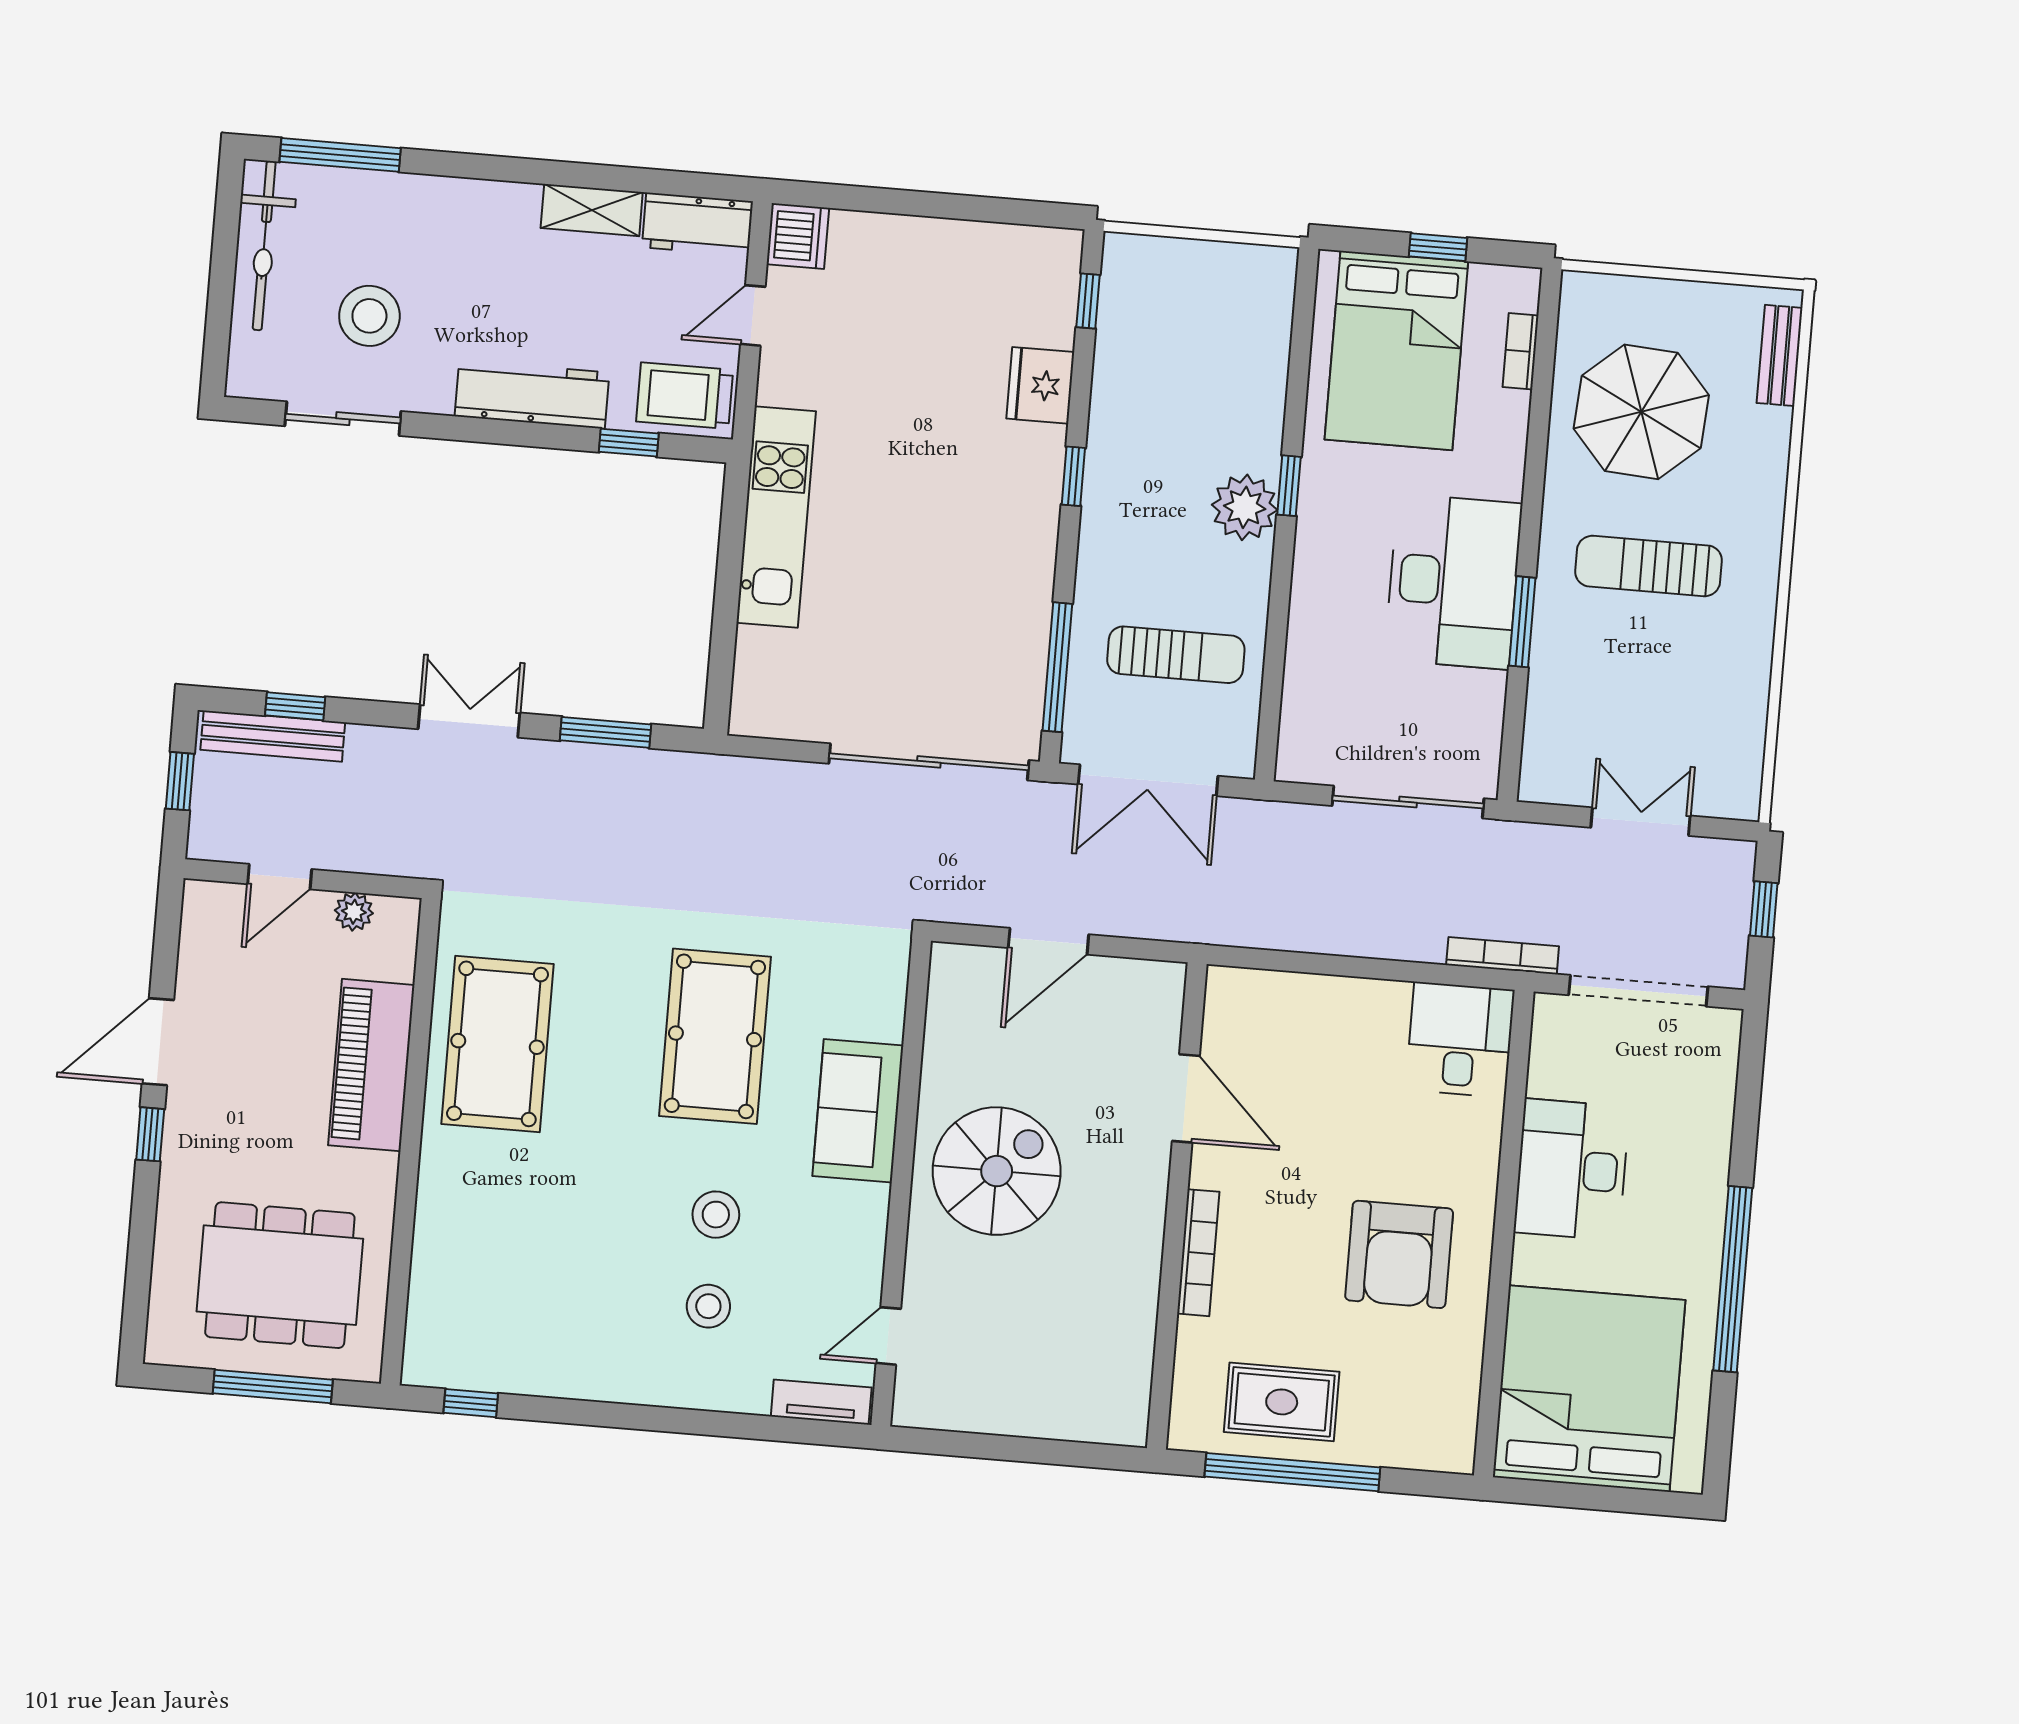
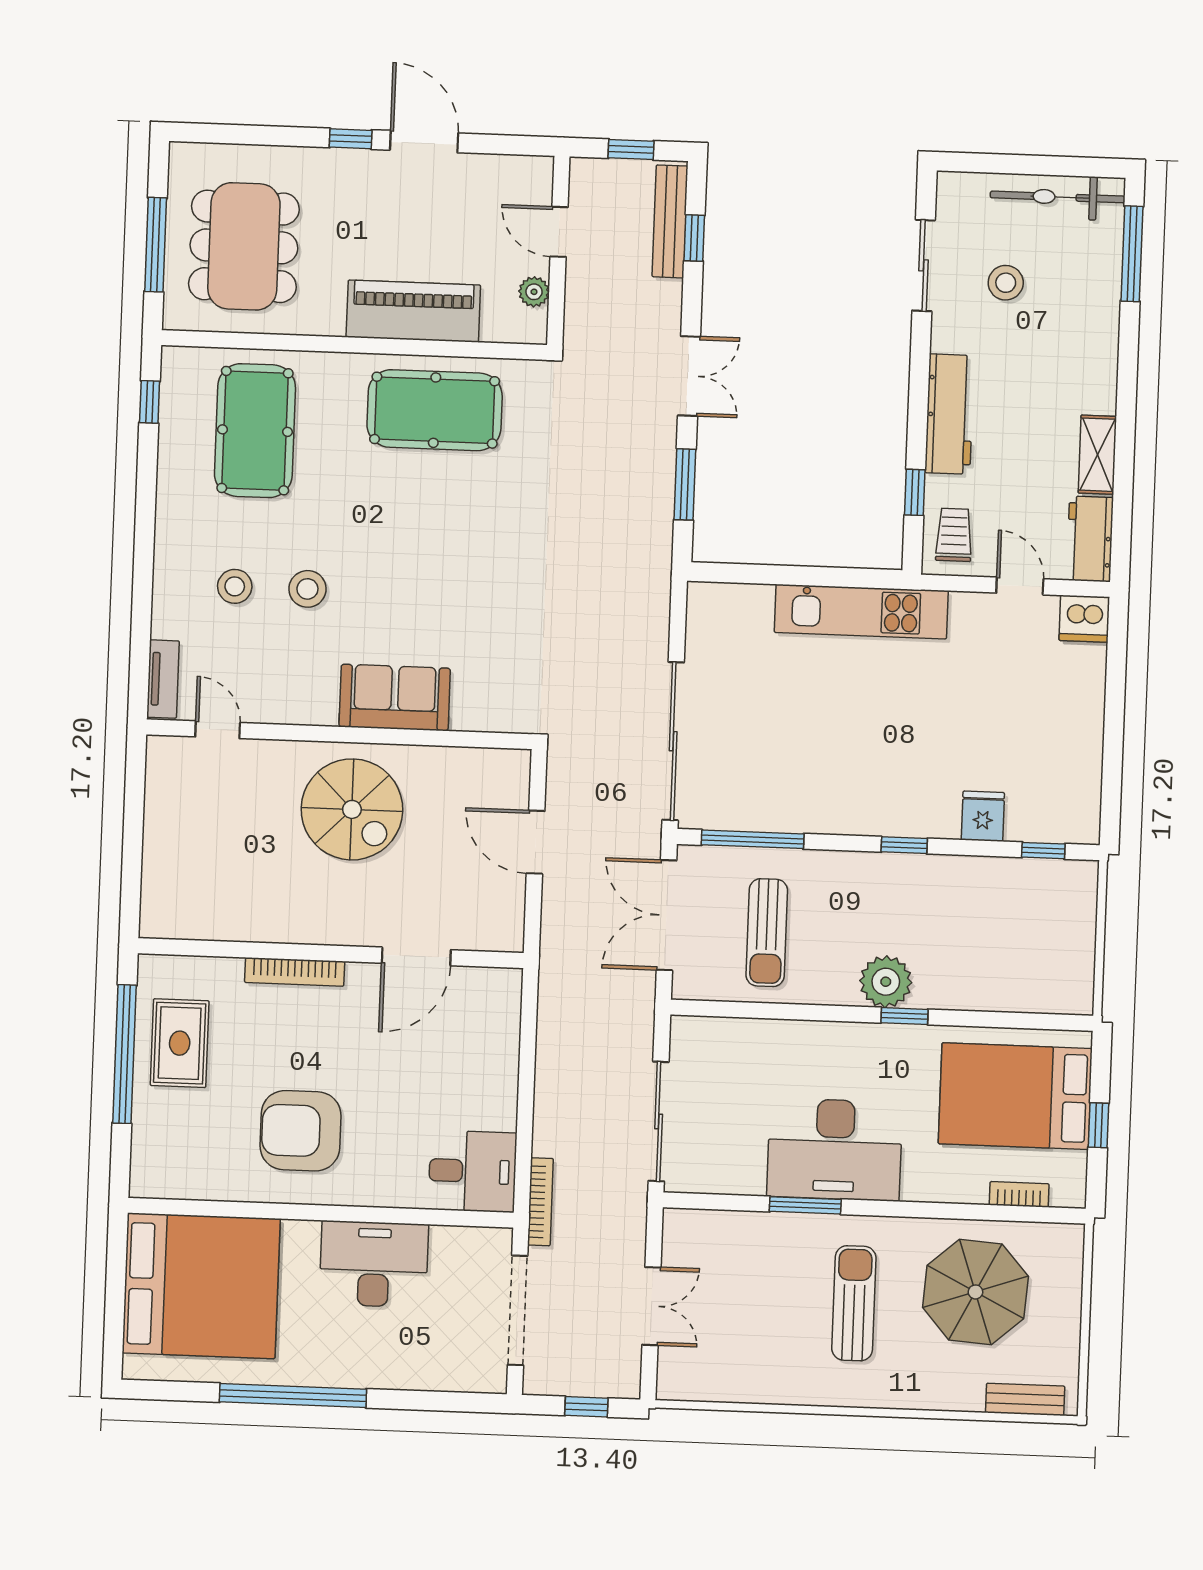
stool: (369, 316) -> (1006, 283), width x0.73, depth x0.73
fridge: (1040, 385) -> (983, 816), width x0.72
trolley: (685, 396) -> (954, 535), width x0.73, depth x0.72
pool table: (715, 1036) -> (255, 431), moved, turned 90

